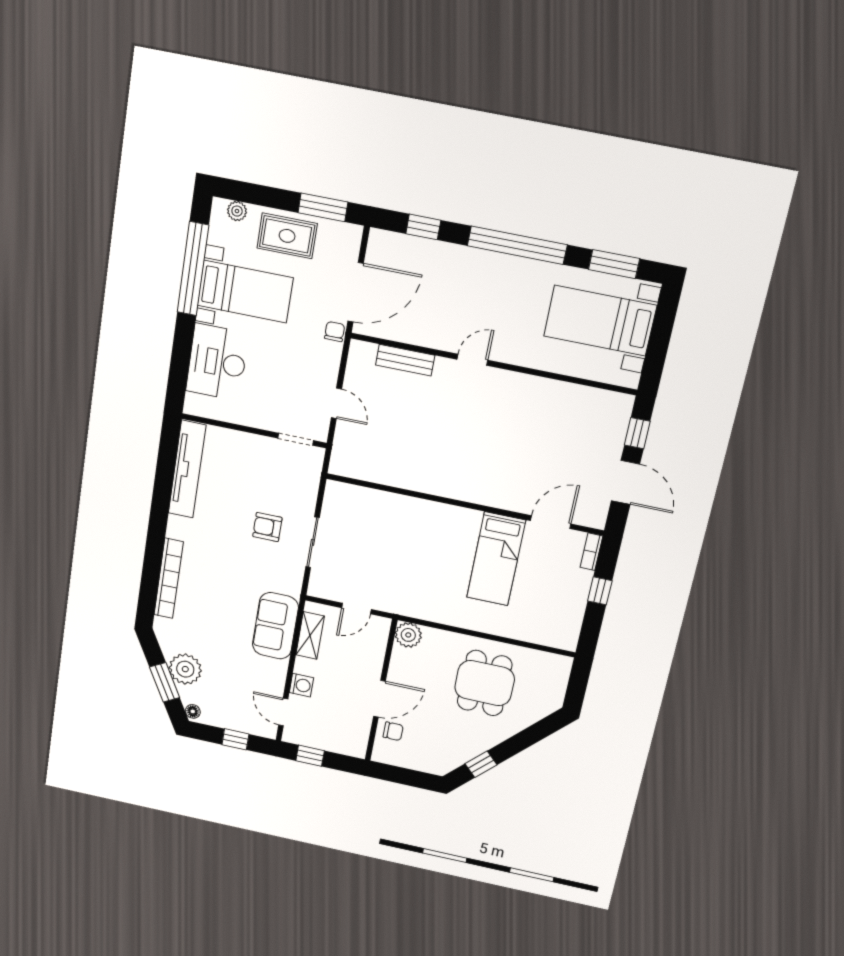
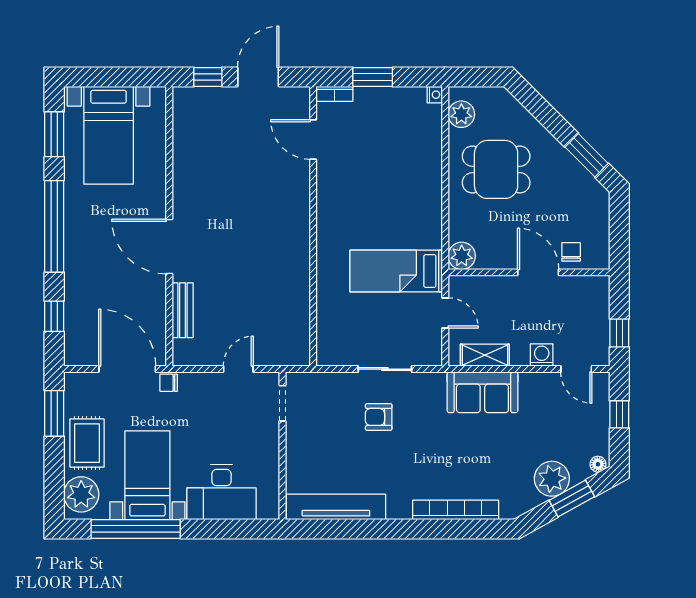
plant: (237, 211) -> (81, 494), width x1.88, depth x1.88
door: (472, 360) -> (169, 247), width x1.87
armchair: (267, 527) -> (379, 417), turned 90
bed: (496, 559) -> (396, 271), moved, turned 180
window: (600, 591) -> (373, 77), width x1.50
nightstand: (569, 644) -> (435, 95), added
plant: (545, 664) -> (461, 114), added
door: (283, 712) -> (576, 369), hinge flipped
window: (481, 764) -> (587, 155), width x1.50

